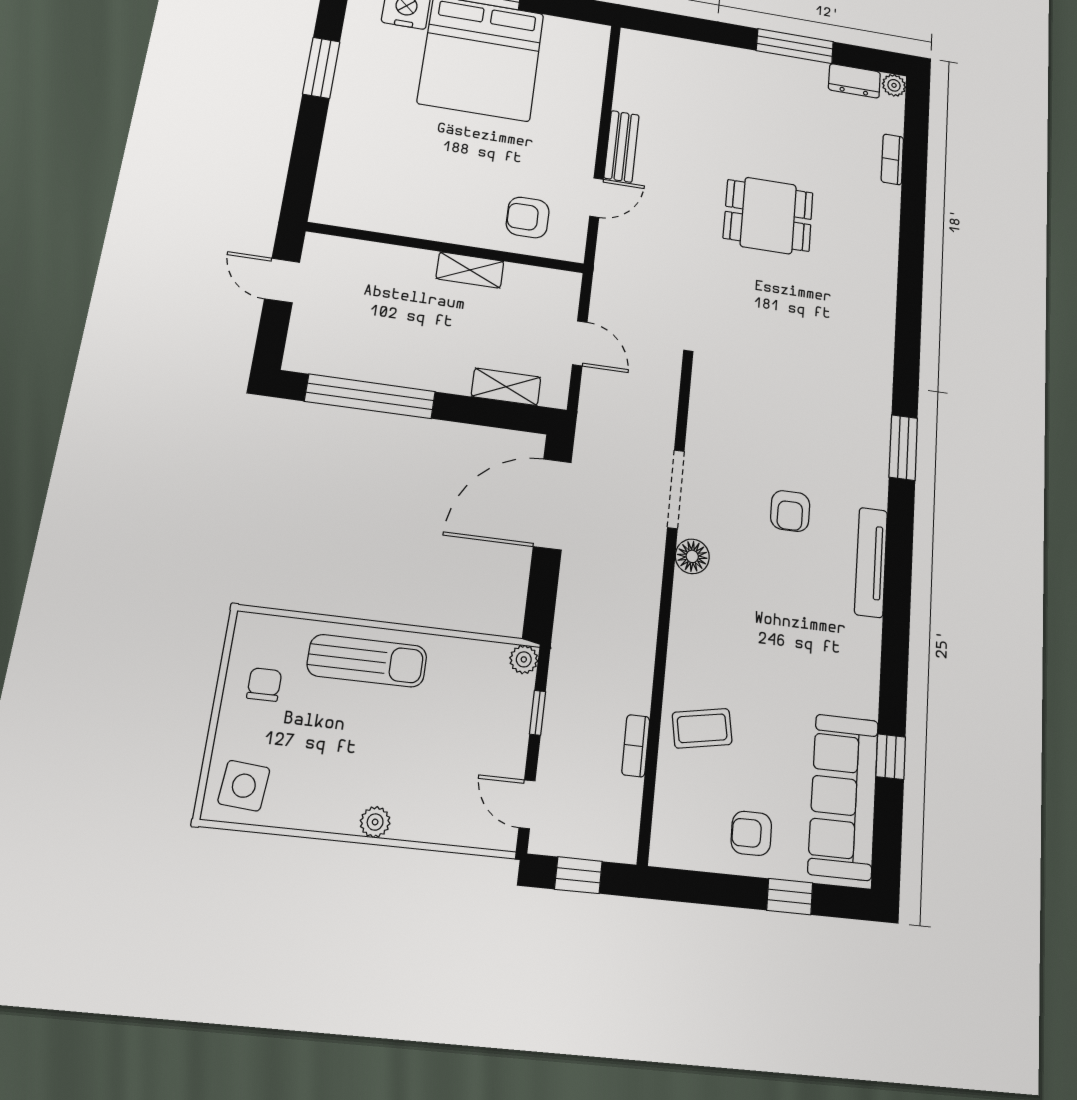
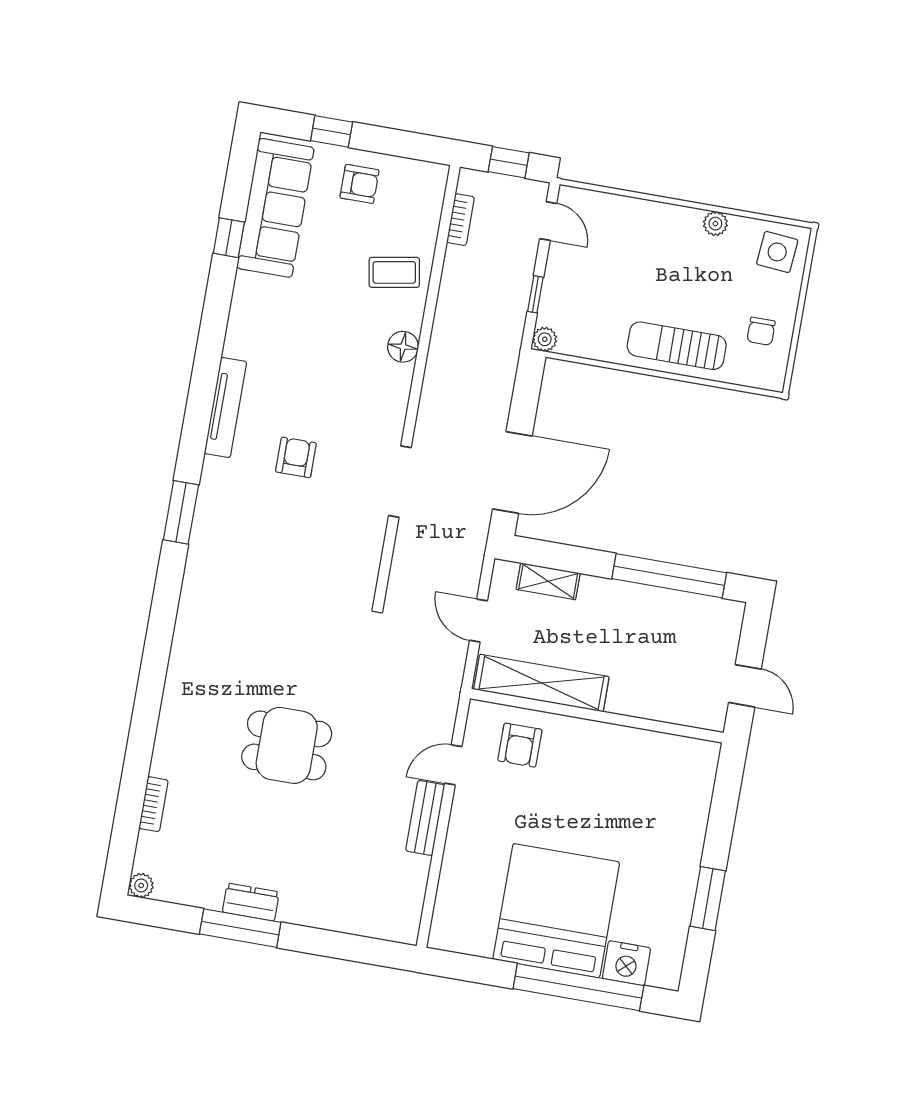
dresser: (854, 81) -> (251, 902), moved
armchair: (528, 217) -> (520, 745), turned 90
shelving: (470, 270) -> (541, 683), width x2.20, depth x1.33
floor lamp: (692, 556) -> (403, 347), moved
bookcase: (636, 746) -> (461, 220), moved
plant: (375, 822) -> (715, 224), moved

